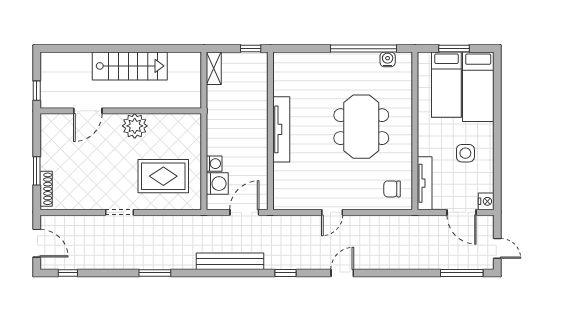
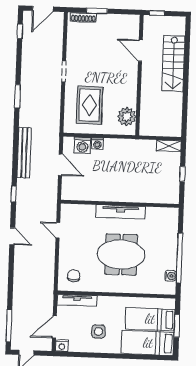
stairs: (130, 66) -> (173, 64), moved
plant: (135, 126) -> (127, 116), moved
tv unit: (281, 129) -> (121, 212), moved
wall: (270, 131) -> (120, 204), moved

